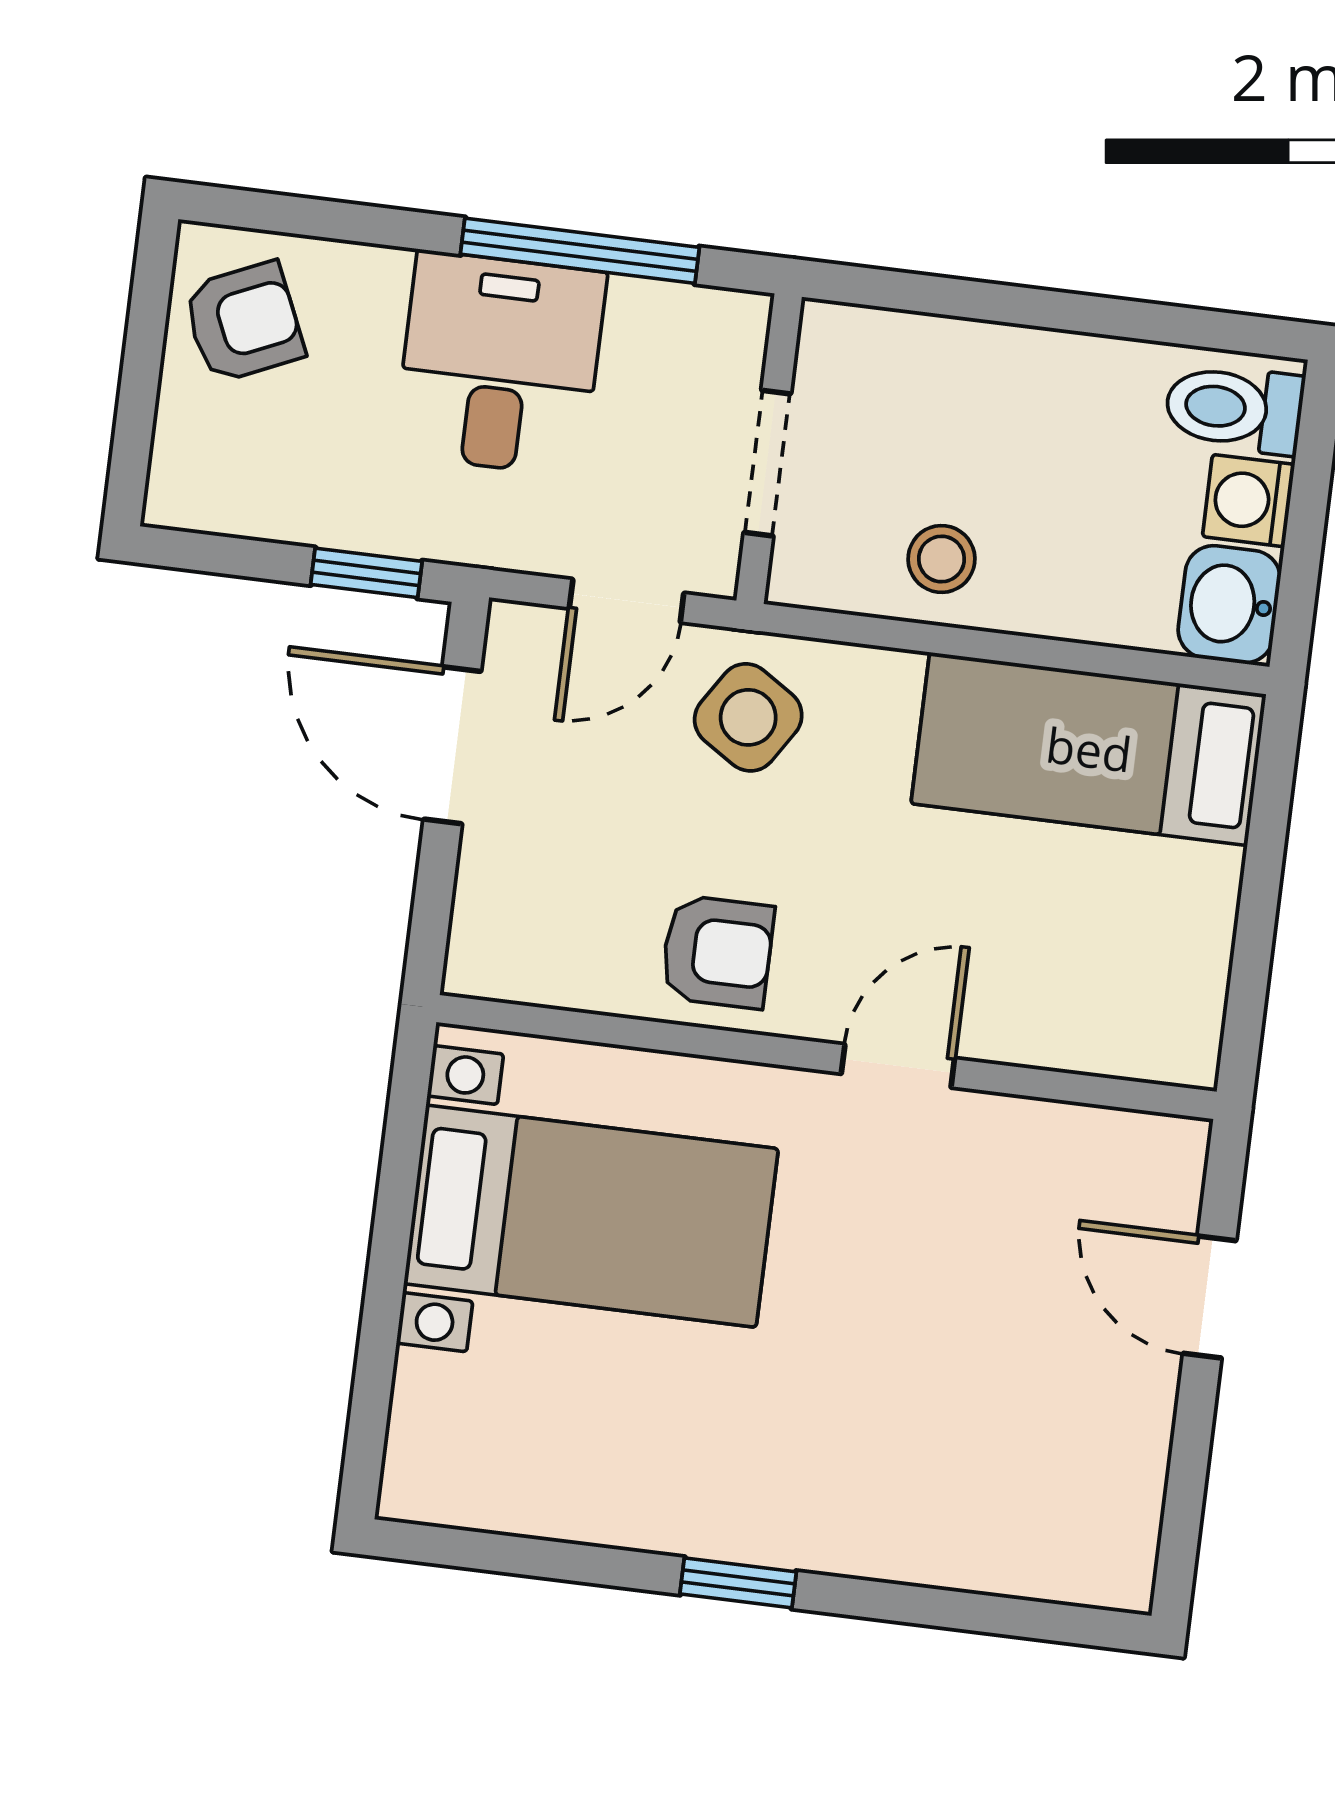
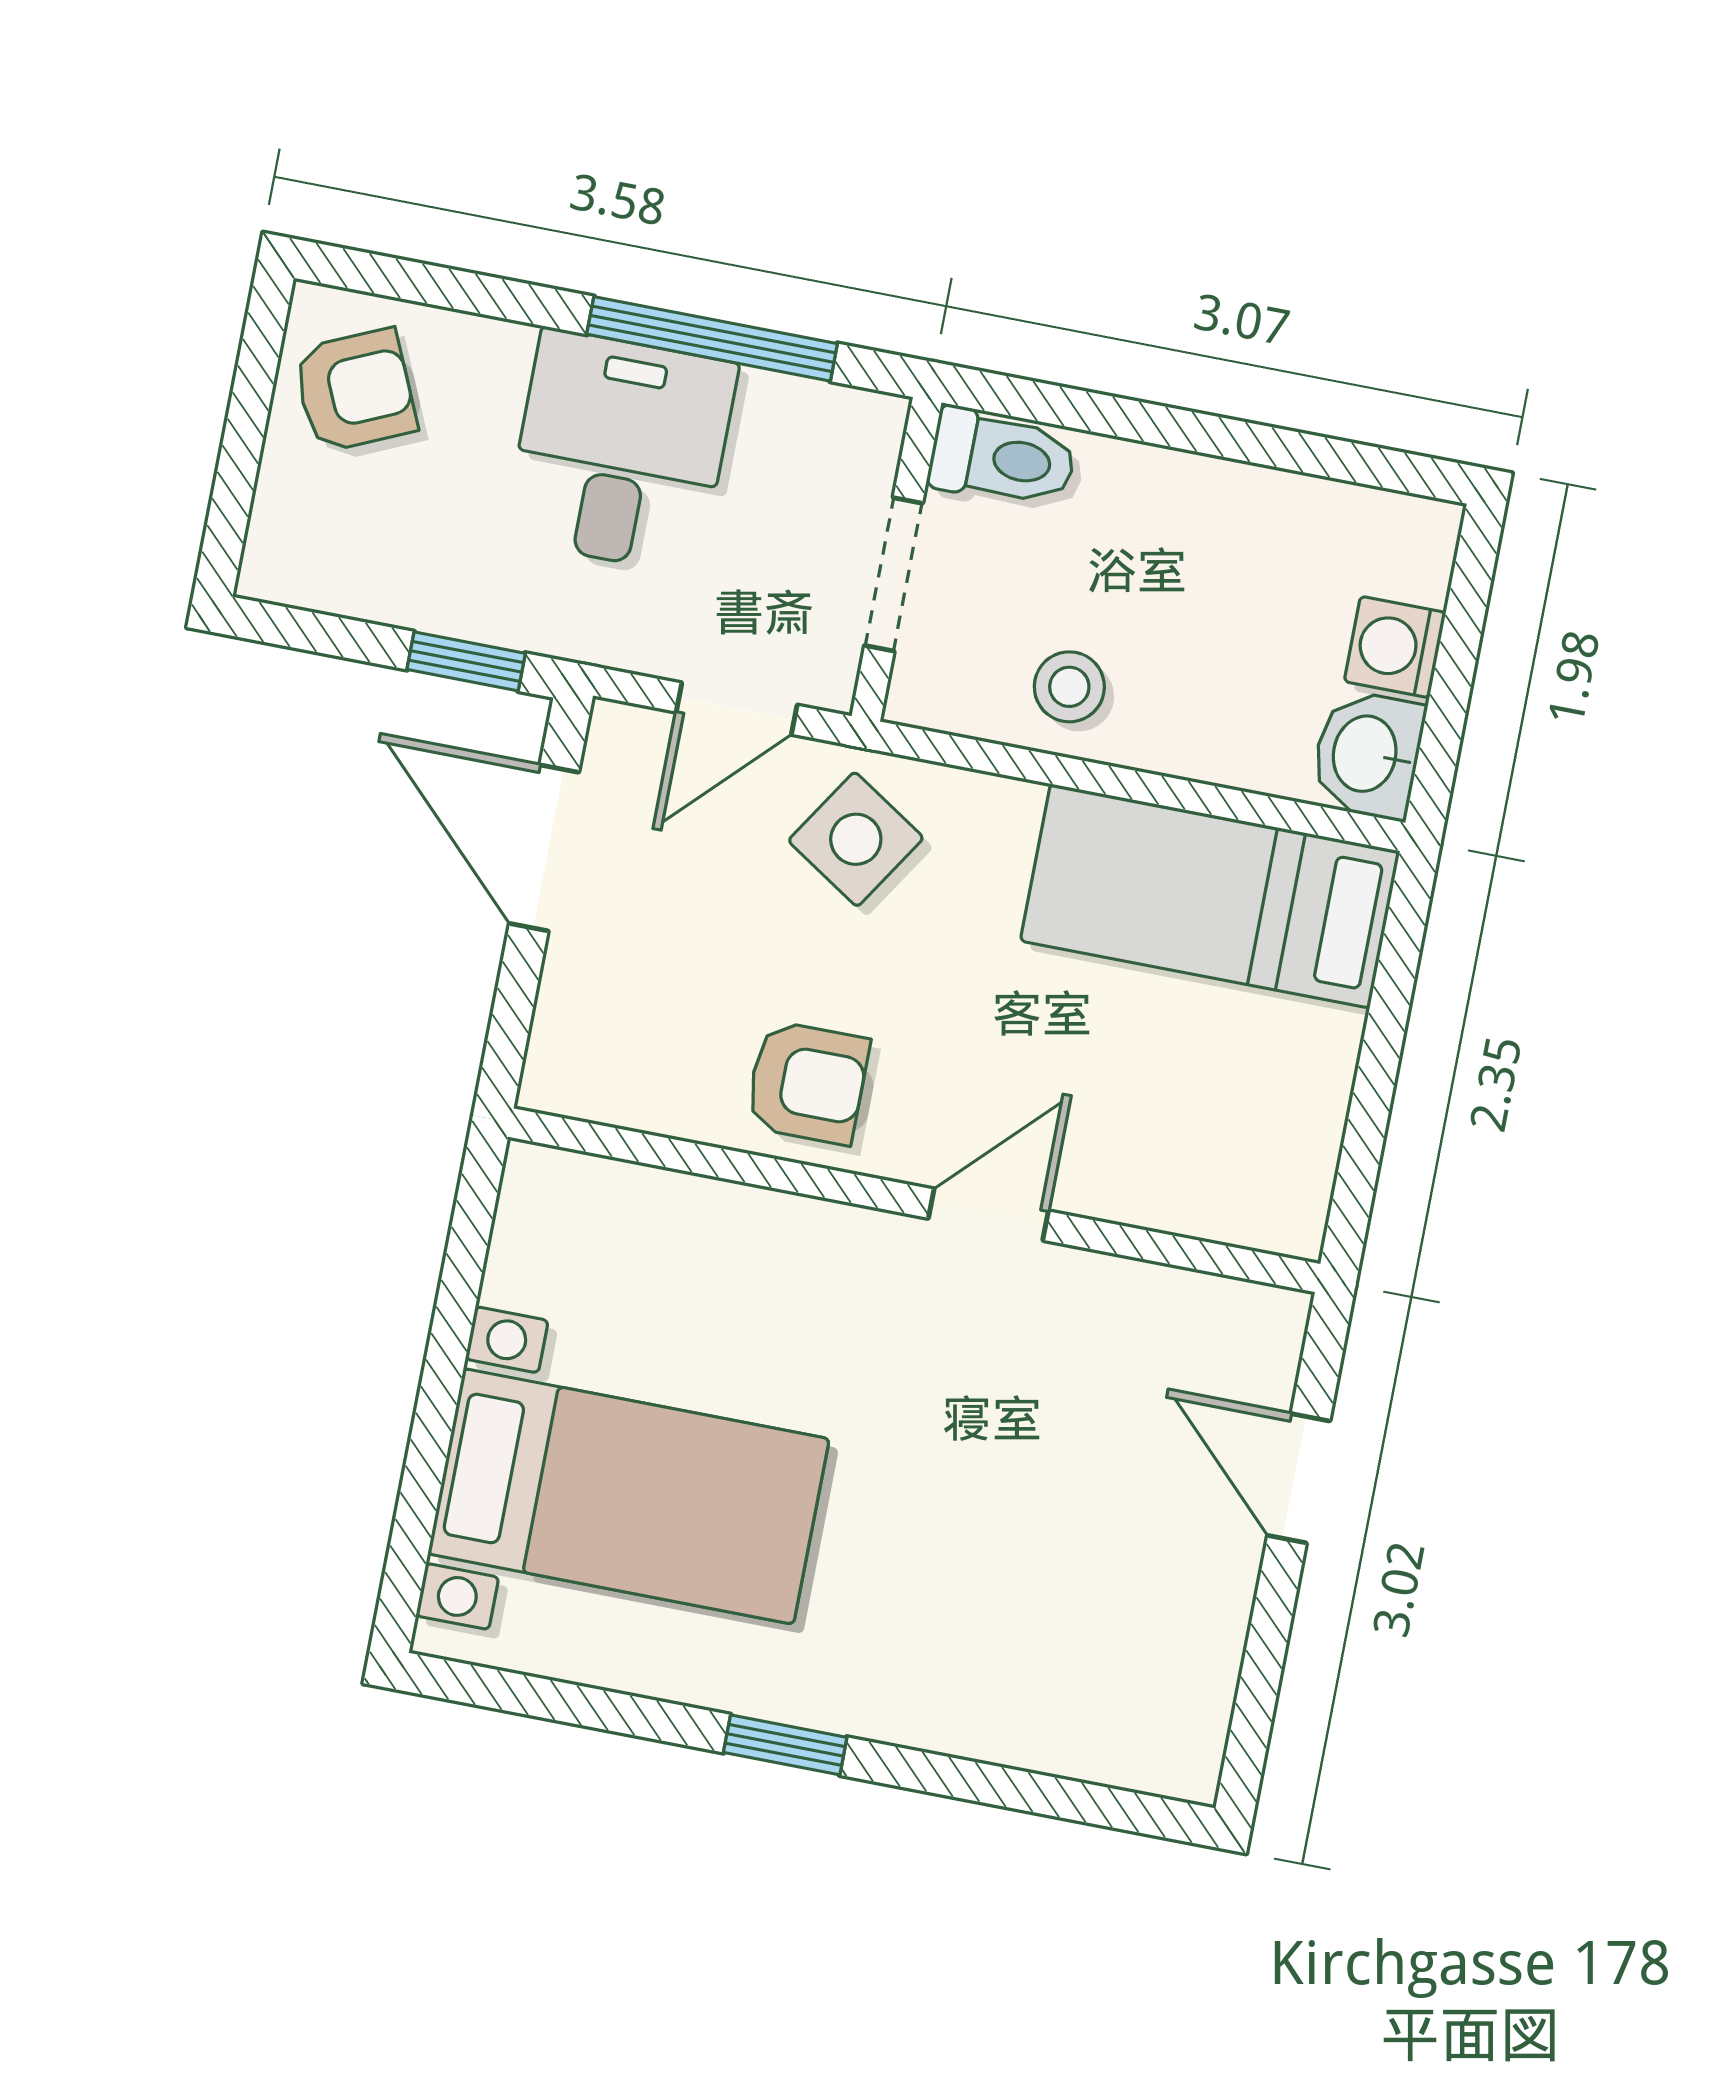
toilet: (1234, 408) -> (1002, 458), moved, turned 180
bed with nightstands: (591, 1216) -> (628, 1496), moved

